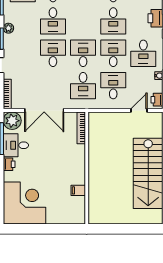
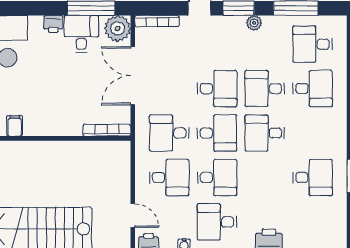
desk: (113, 21) -> (265, 133), moved

